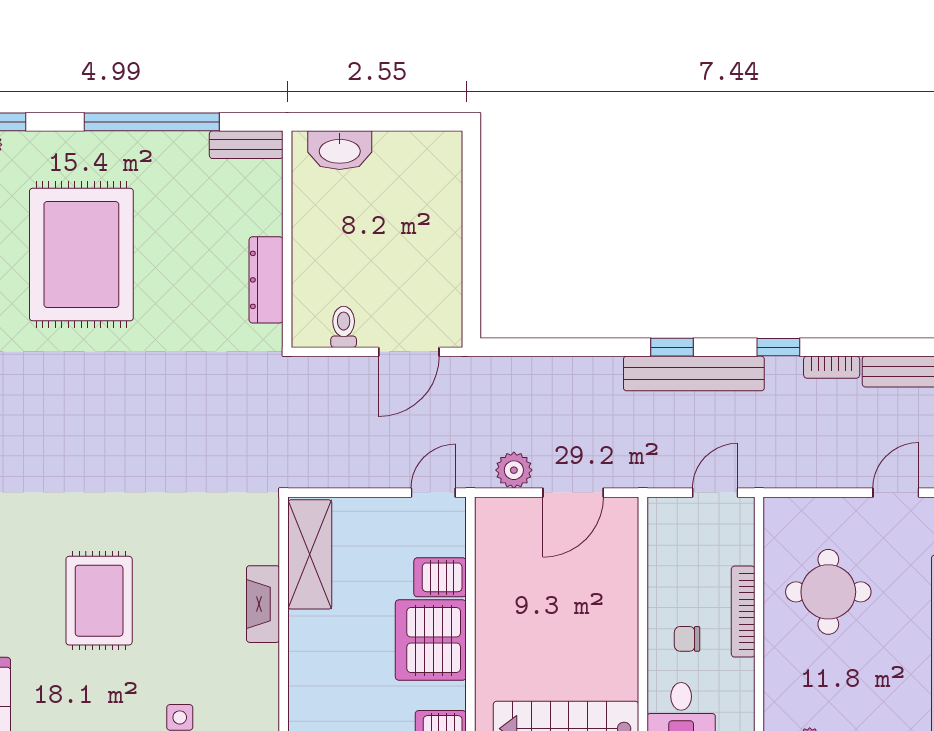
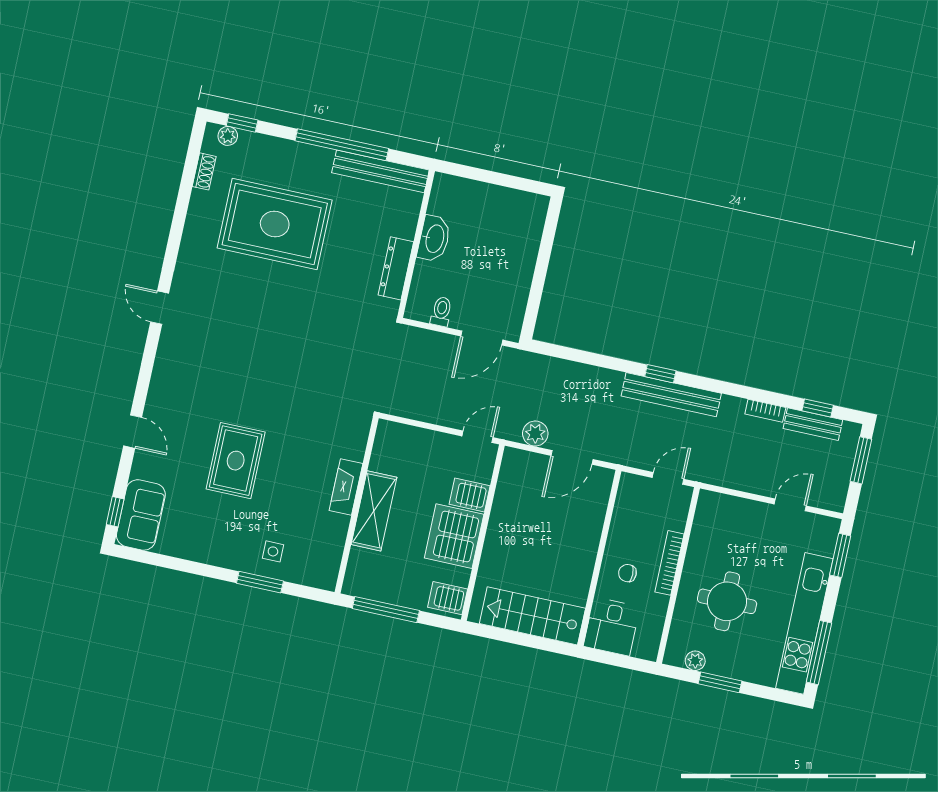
bench: (246, 145) -> (380, 171), width x1.86, depth x1.21
washbasin: (340, 150) -> (434, 239), moved, turned -90
rug: (81, 255) -> (275, 224), turned 90
window: (778, 347) -> (818, 408), moved
shelving: (310, 554) -> (374, 511), moved
round table: (828, 592) -> (727, 601), moved

